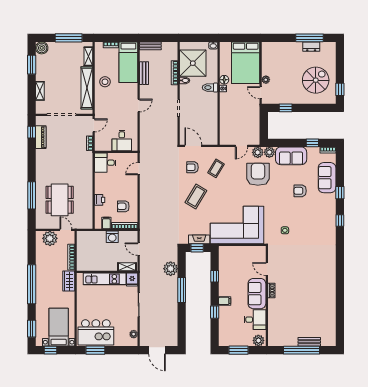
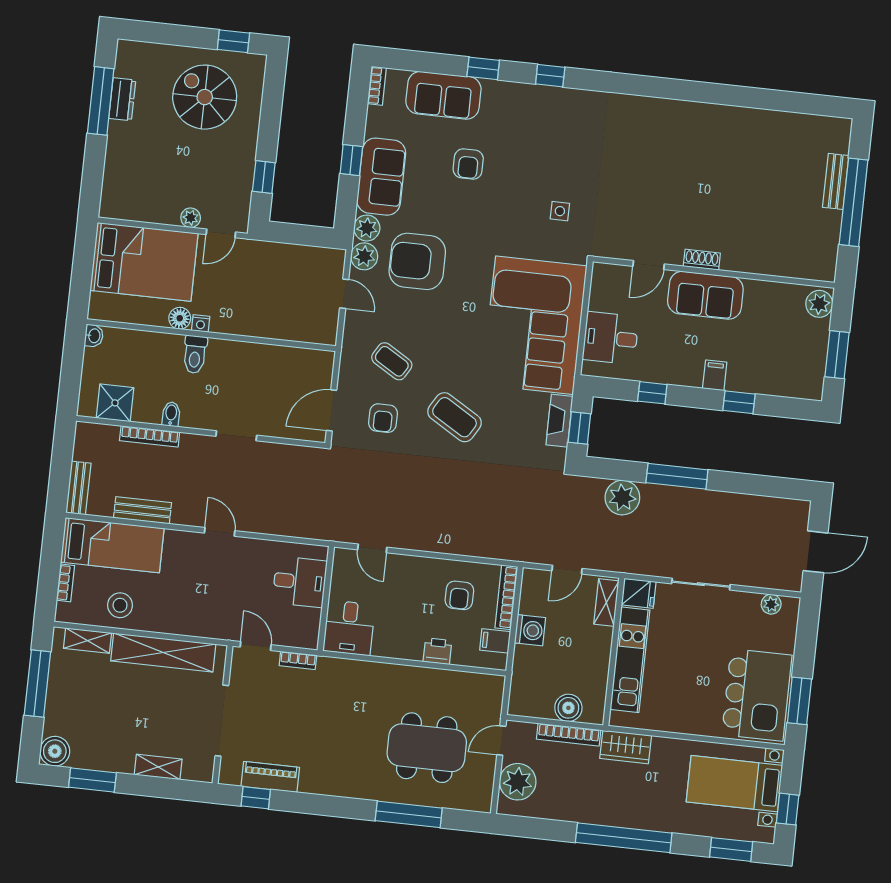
shower: (193, 63) -> (115, 403), width x0.54, depth x0.54
stool: (105, 82) -> (120, 605), moved
window: (312, 143) -> (351, 160), moved
boiler: (82, 256) -> (568, 708), added
desk: (255, 320) -> (611, 338), moved, turned -90

